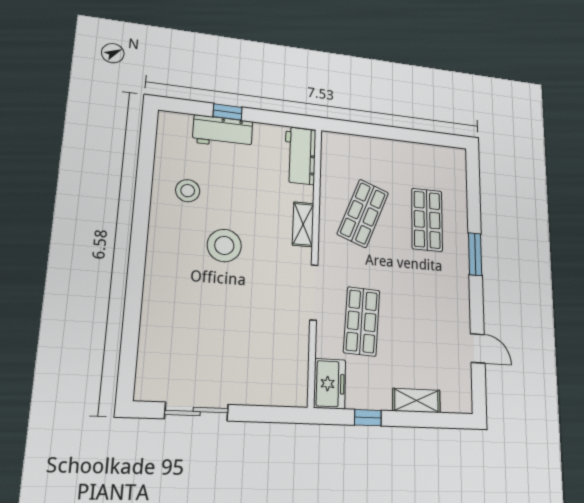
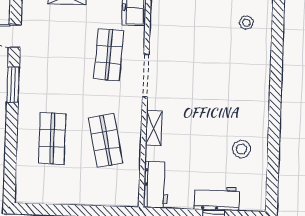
shop shelf: (363, 213) -> (106, 140), turned -33
stool: (224, 245) -> (246, 23), moved, width x0.53, depth x0.53
window: (475, 254) -> (13, 85), moved

